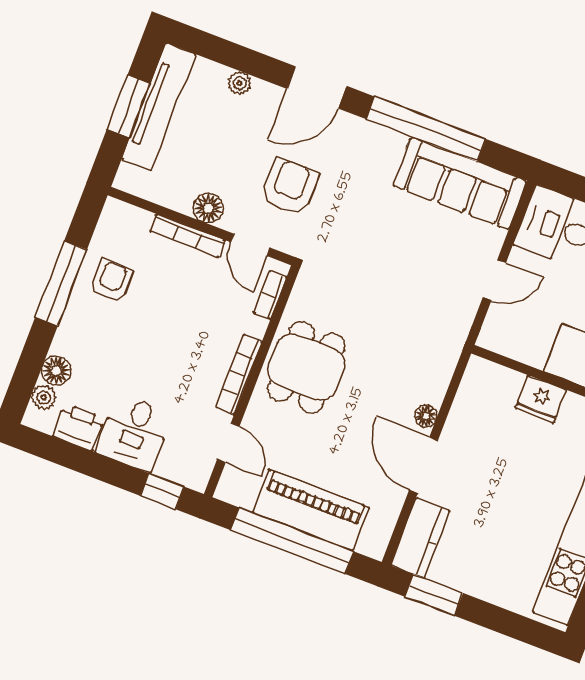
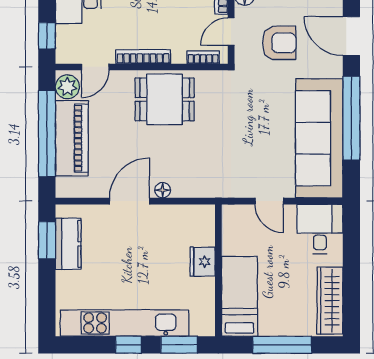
sofa: (460, 183) -> (319, 138), width x1.36, depth x1.27
plant: (240, 490) -> (67, 87), added
kitchen counter: (420, 538) -> (68, 244), moved, turned -90

